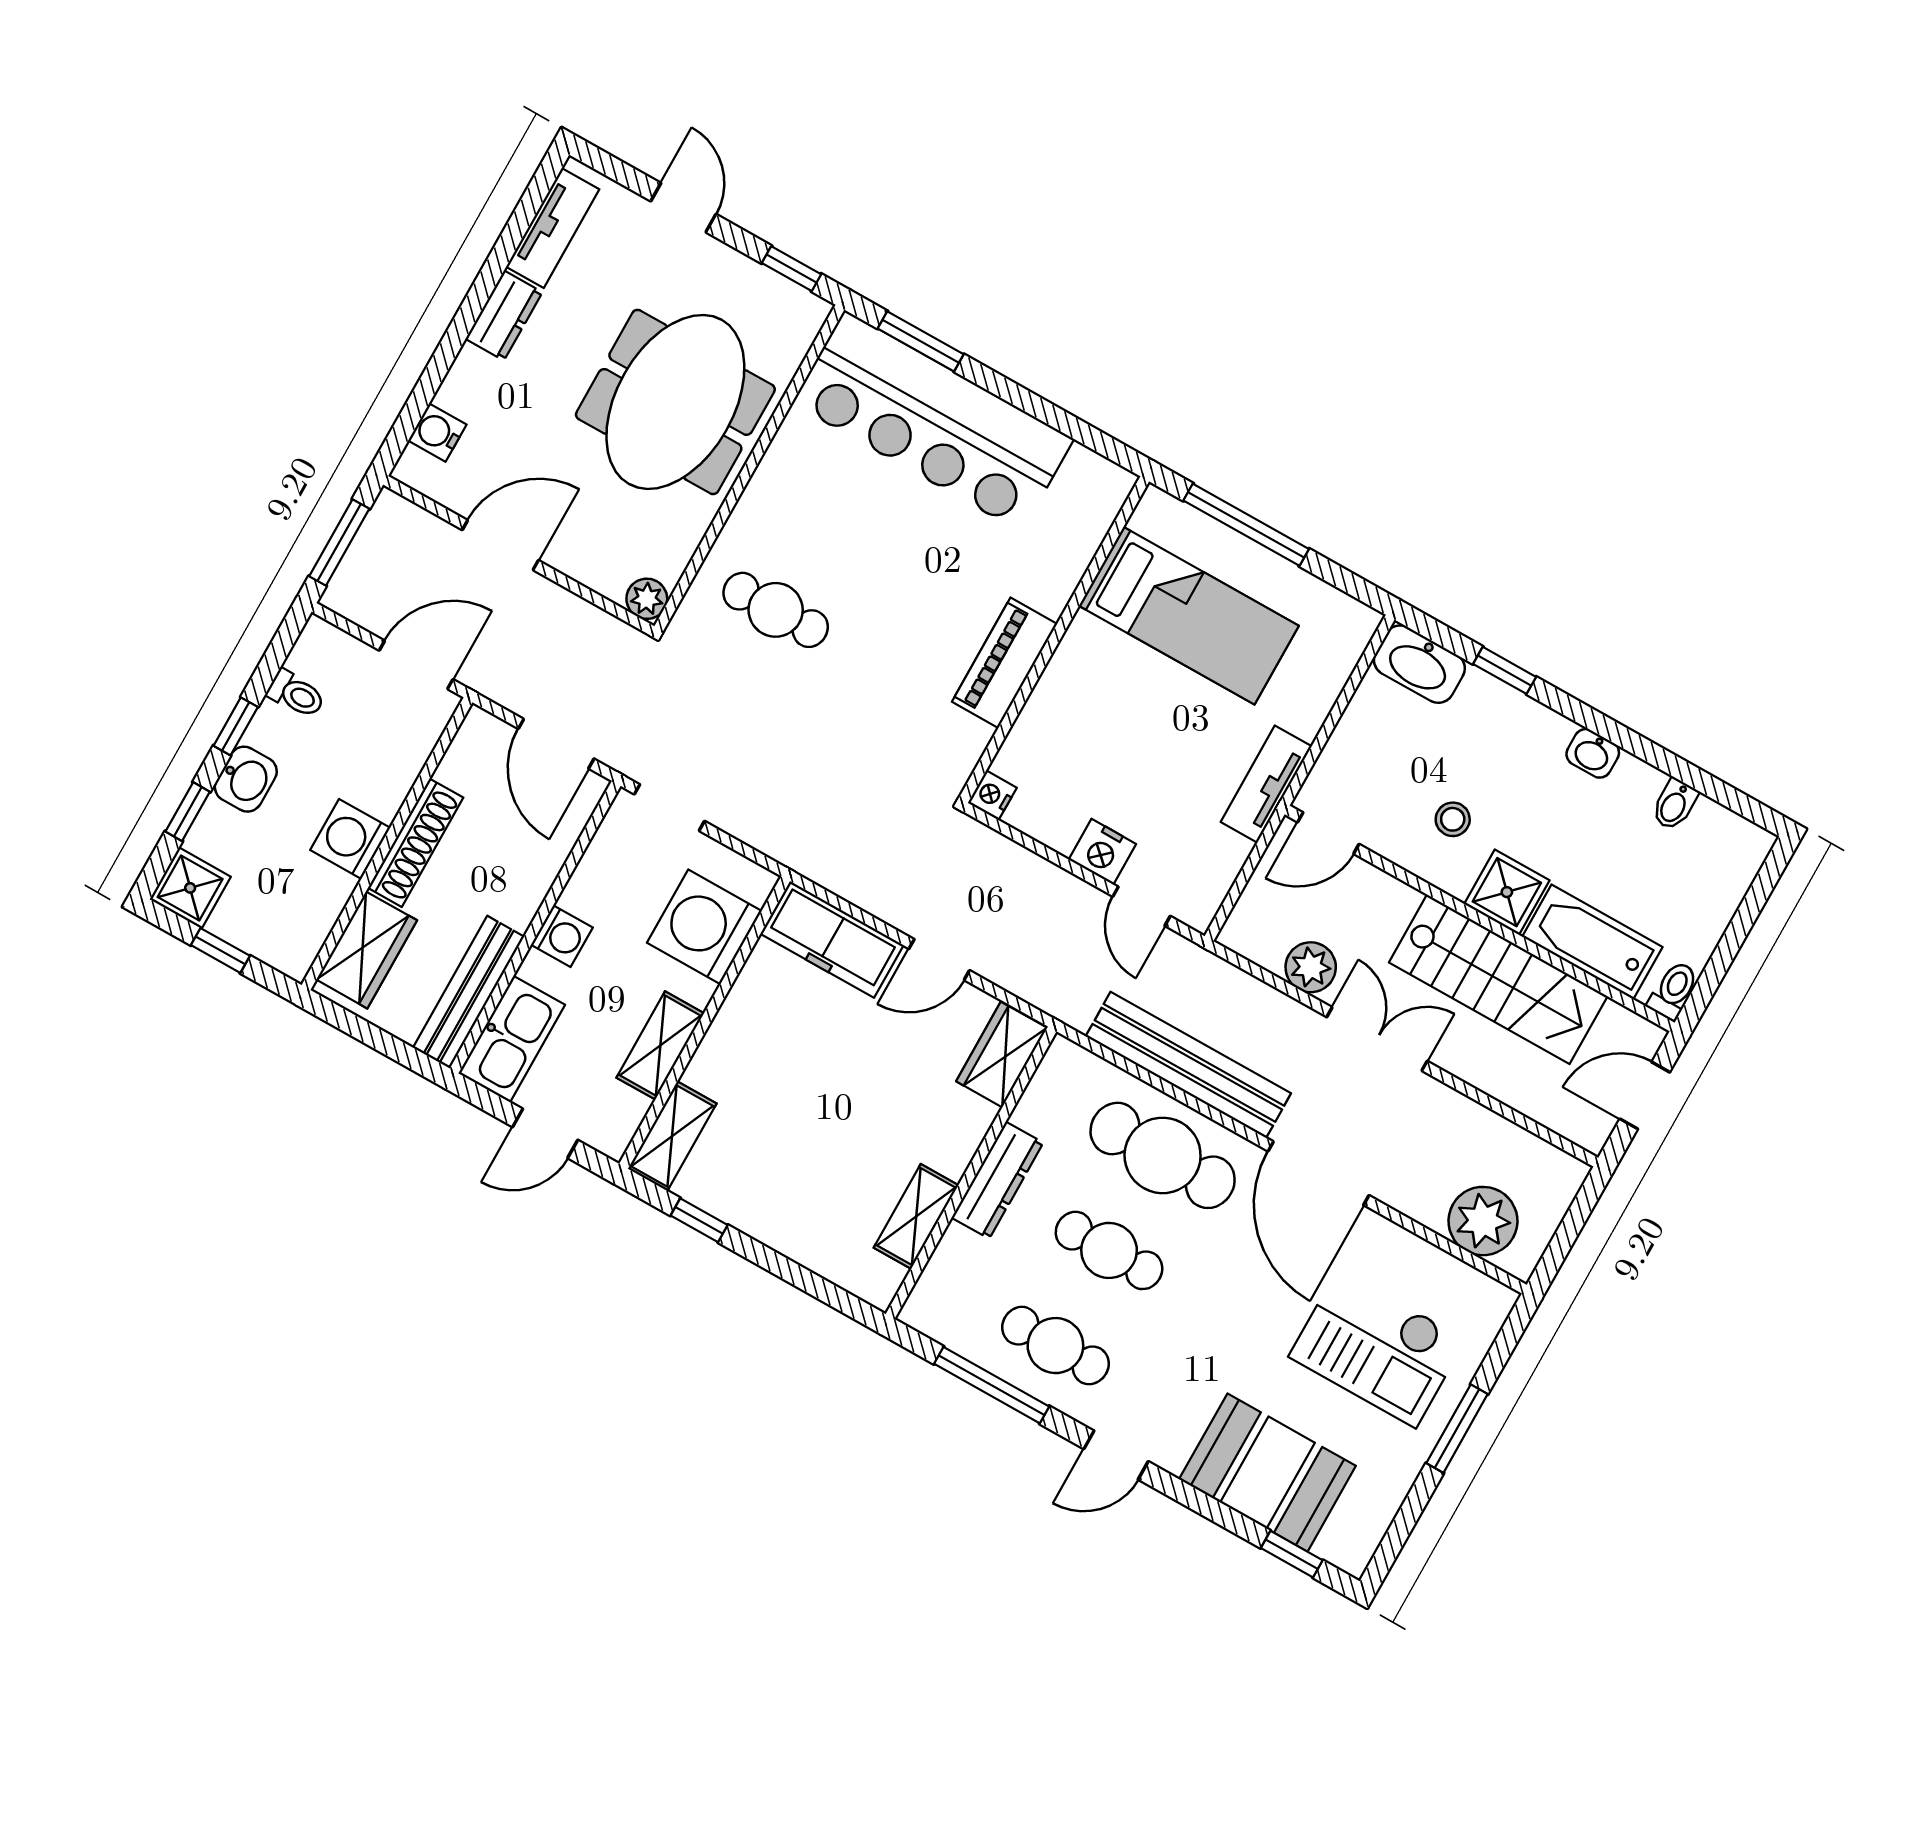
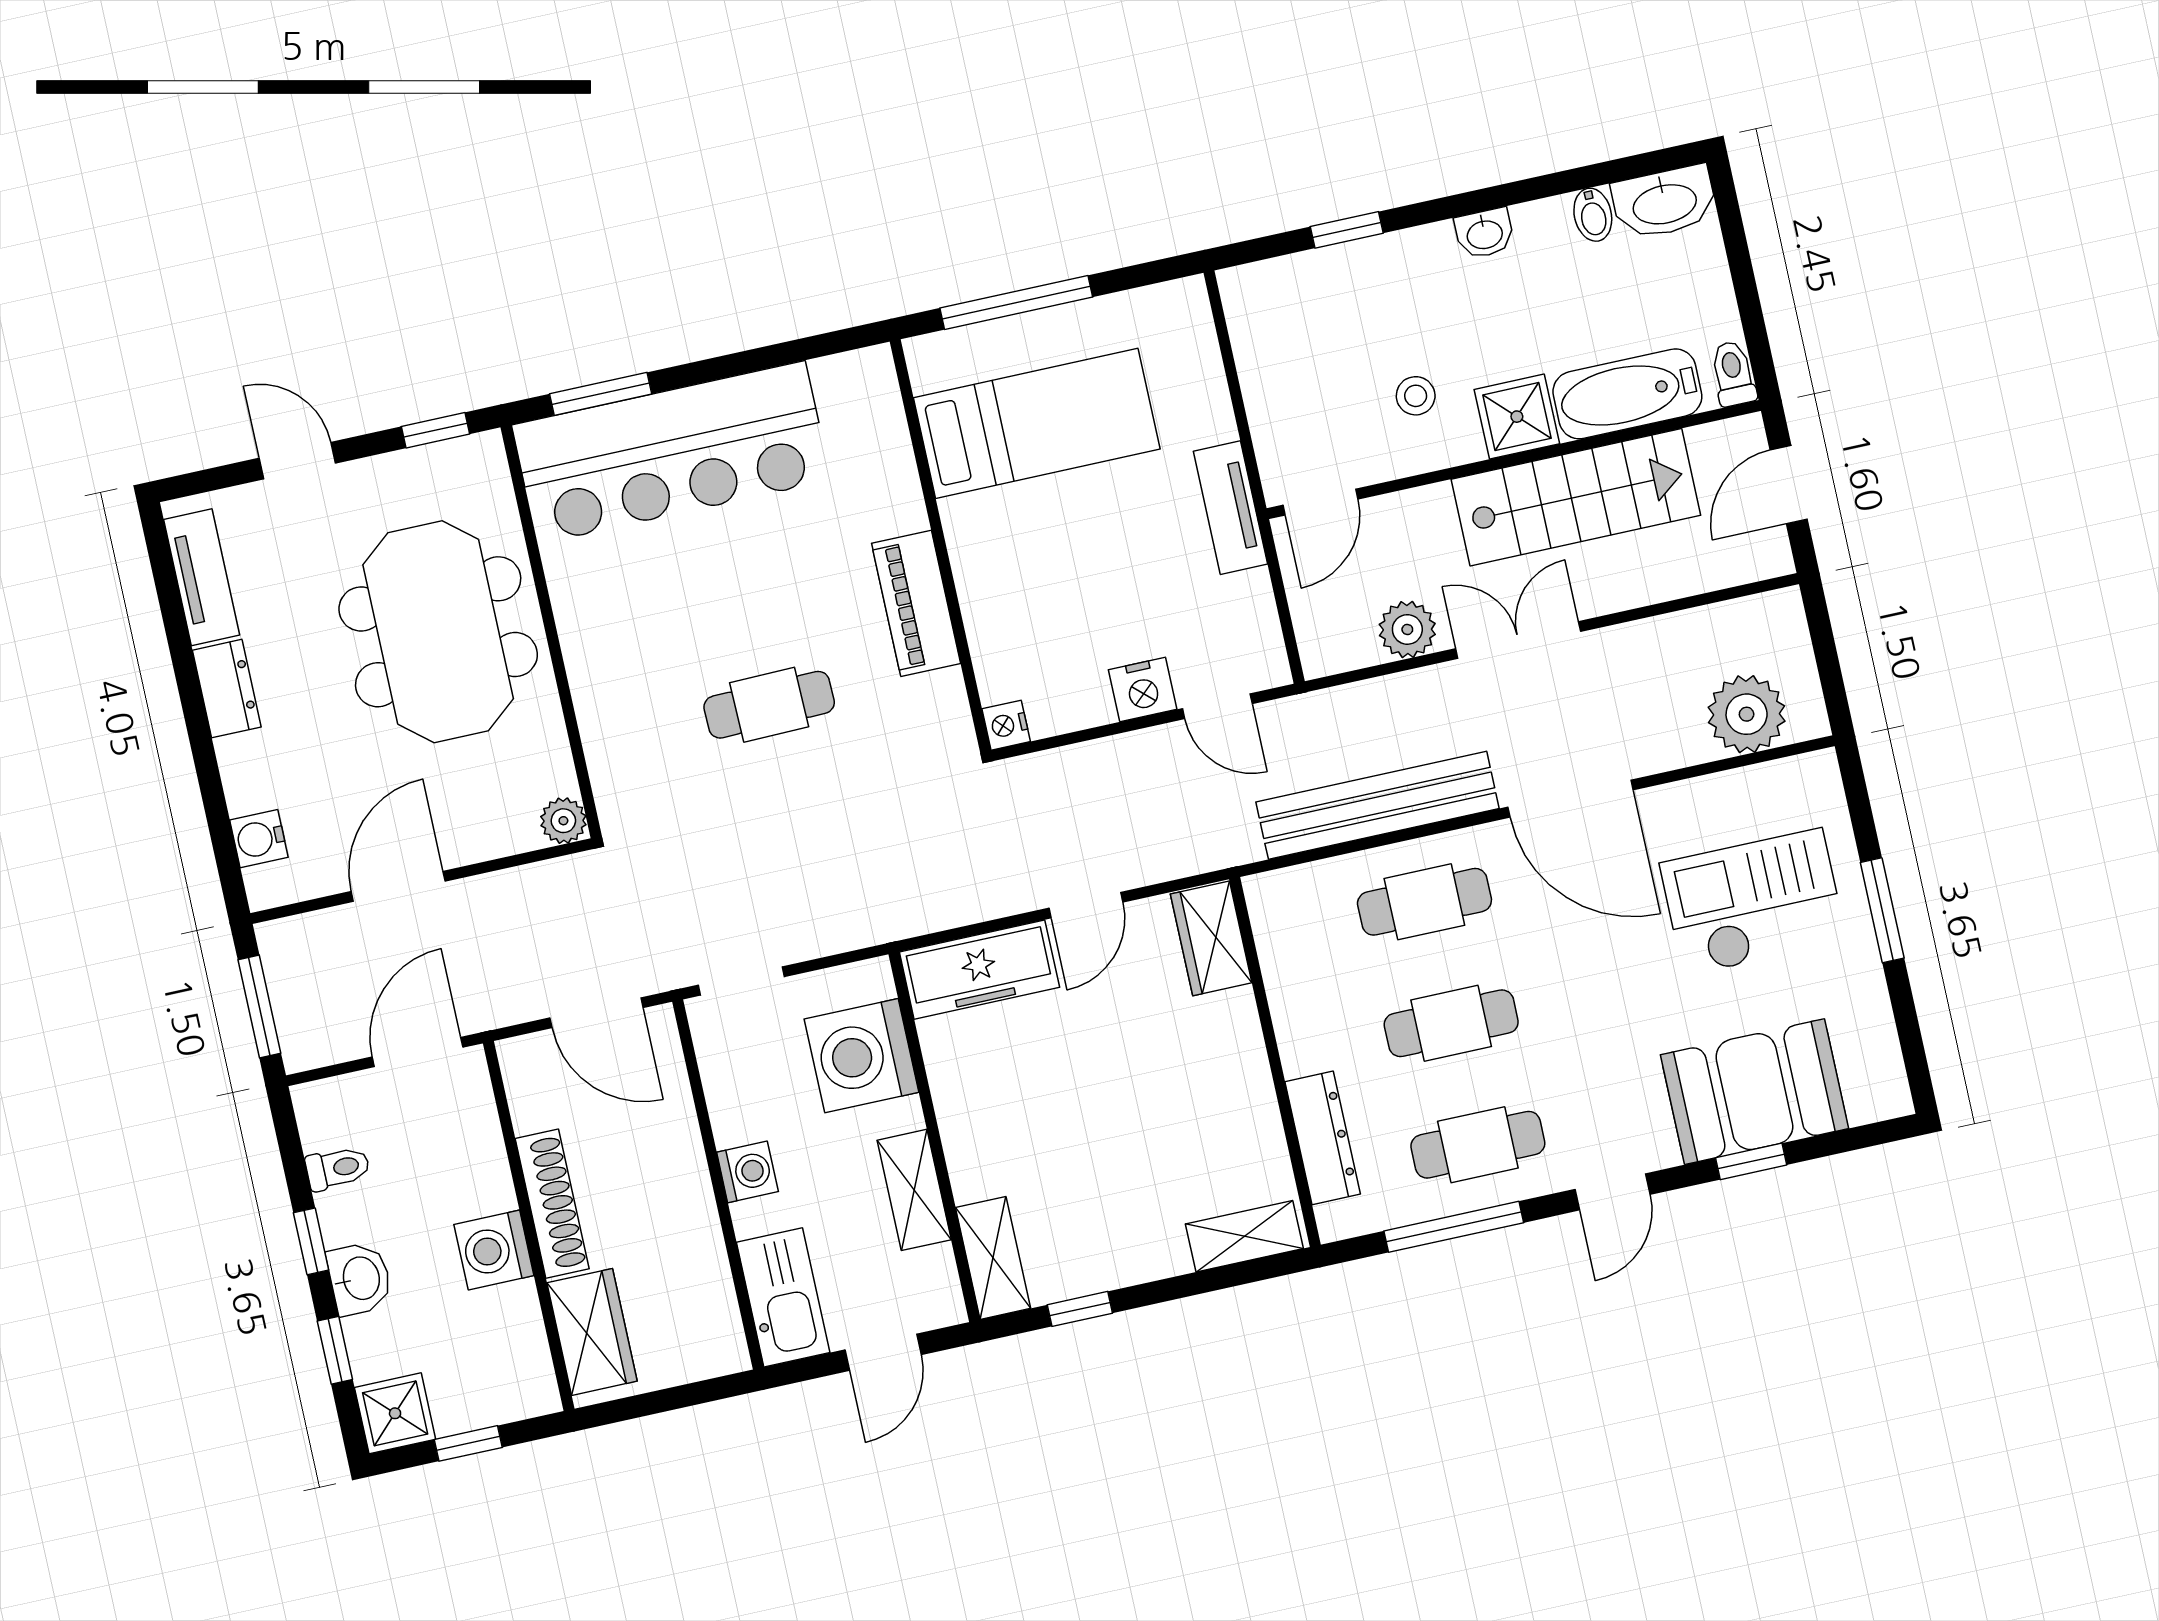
cafe table: (776, 610) -> (769, 705), moved
washbasin: (1419, 664) -> (1664, 202), moved
bench: (469, 992) -> (711, 1290), removed
cafe table: (1163, 1155) -> (1424, 902), width x0.73, depth x0.74
dresser: (997, 1180) -> (1323, 1138), moved
shelving: (916, 1216) -> (1244, 1236), moved, turned 90
checkout: (1377, 1348) -> (1753, 902), turned 180
window: (1292, 1554) -> (1751, 1161), moved

